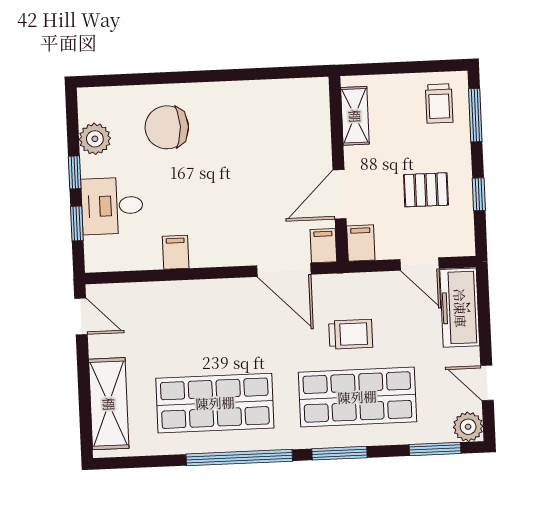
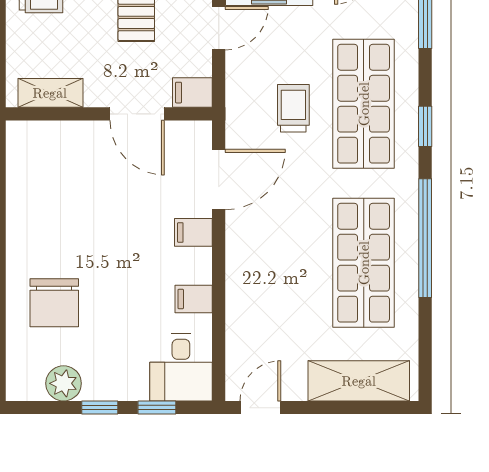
desk: (112, 206) -> (181, 367), moved
filing cabinet: (323, 246) -> (193, 232), moved
window: (340, 453) -> (425, 126), width x0.67

